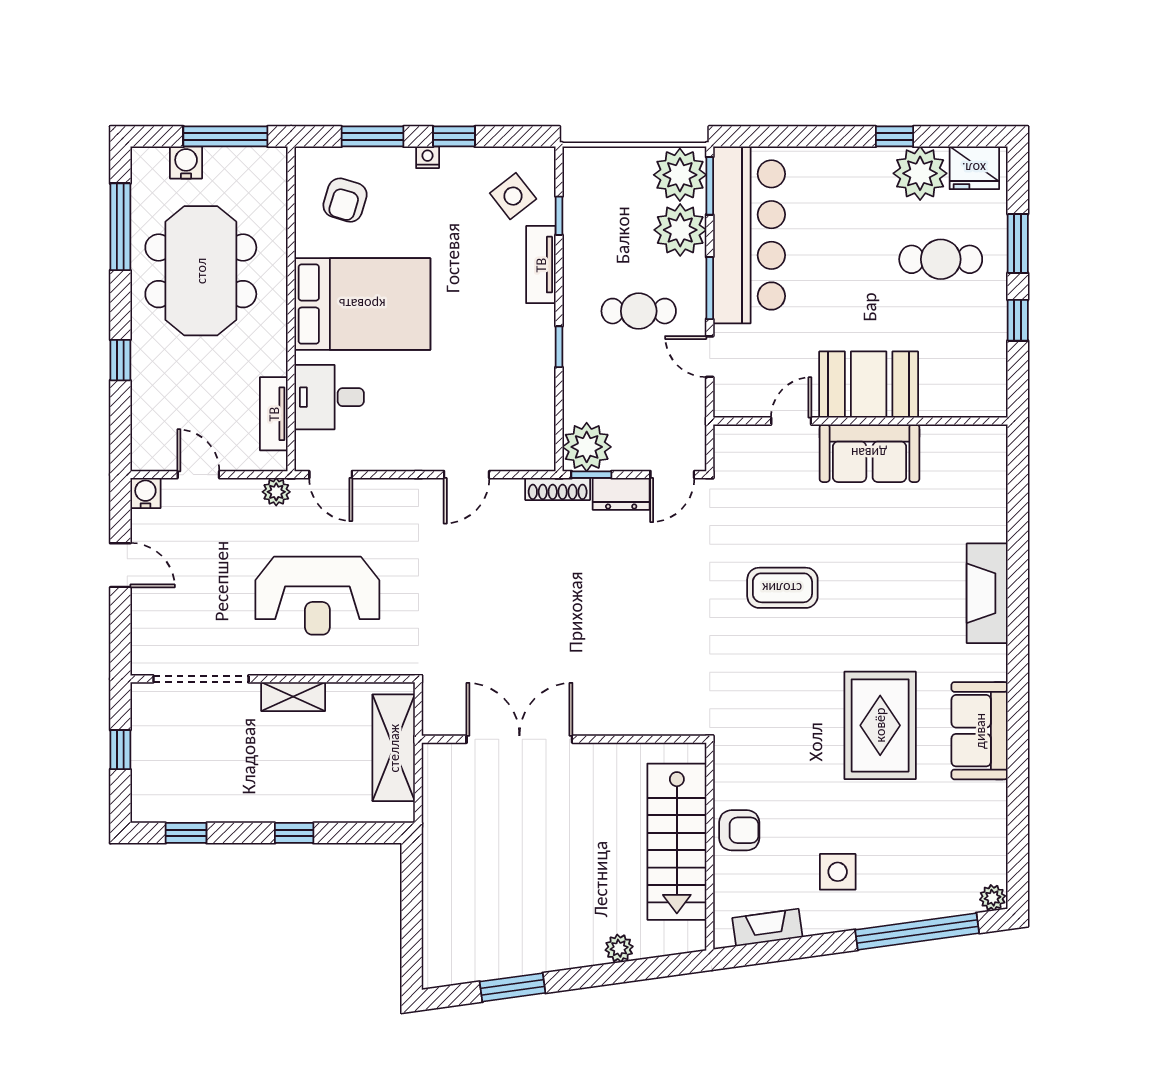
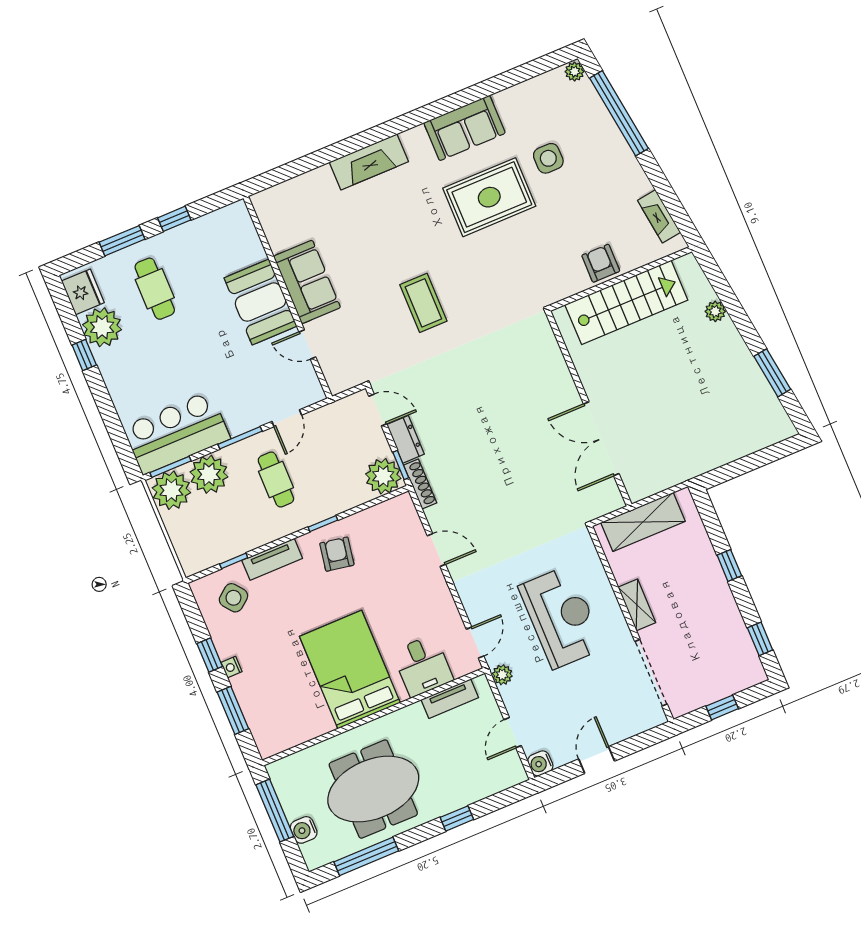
armchair: (345, 200) -> (337, 554), moved, turned -97
bar counter: (749, 235) -> (177, 433), width x0.73
side table: (838, 872) -> (548, 158), moved

